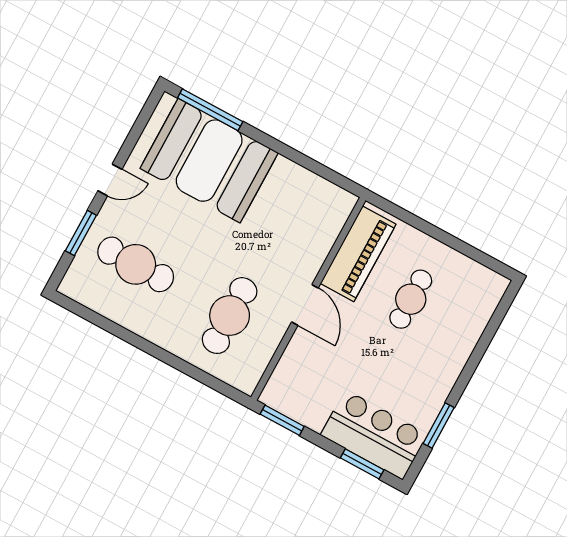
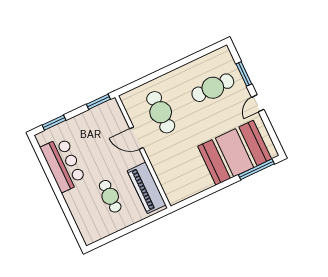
door: (305, 305) -> (137, 138), moved
window: (439, 425) -> (46, 168), removed
bar counter: (374, 435) -> (63, 164), moved, turned -90

